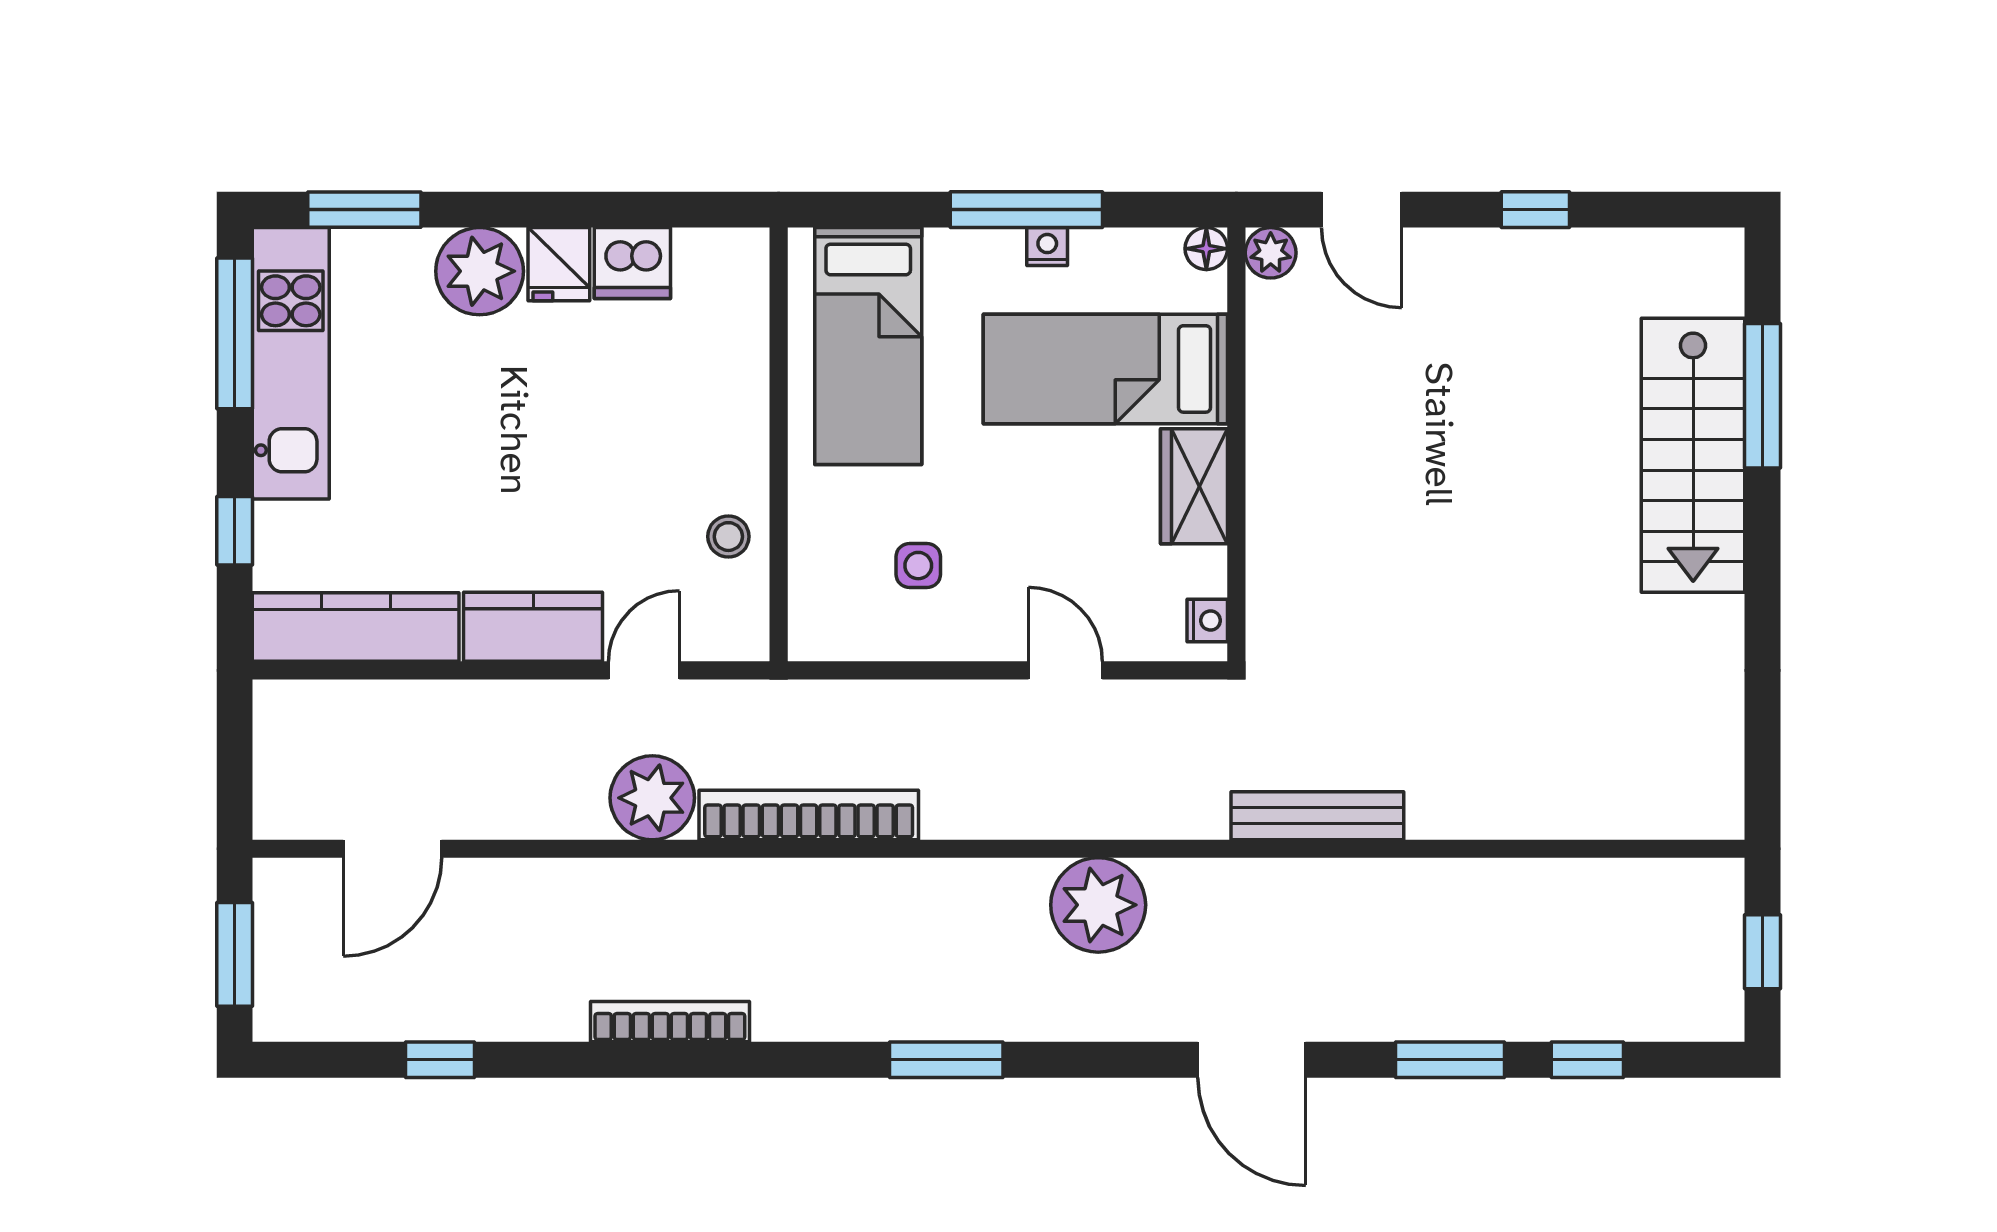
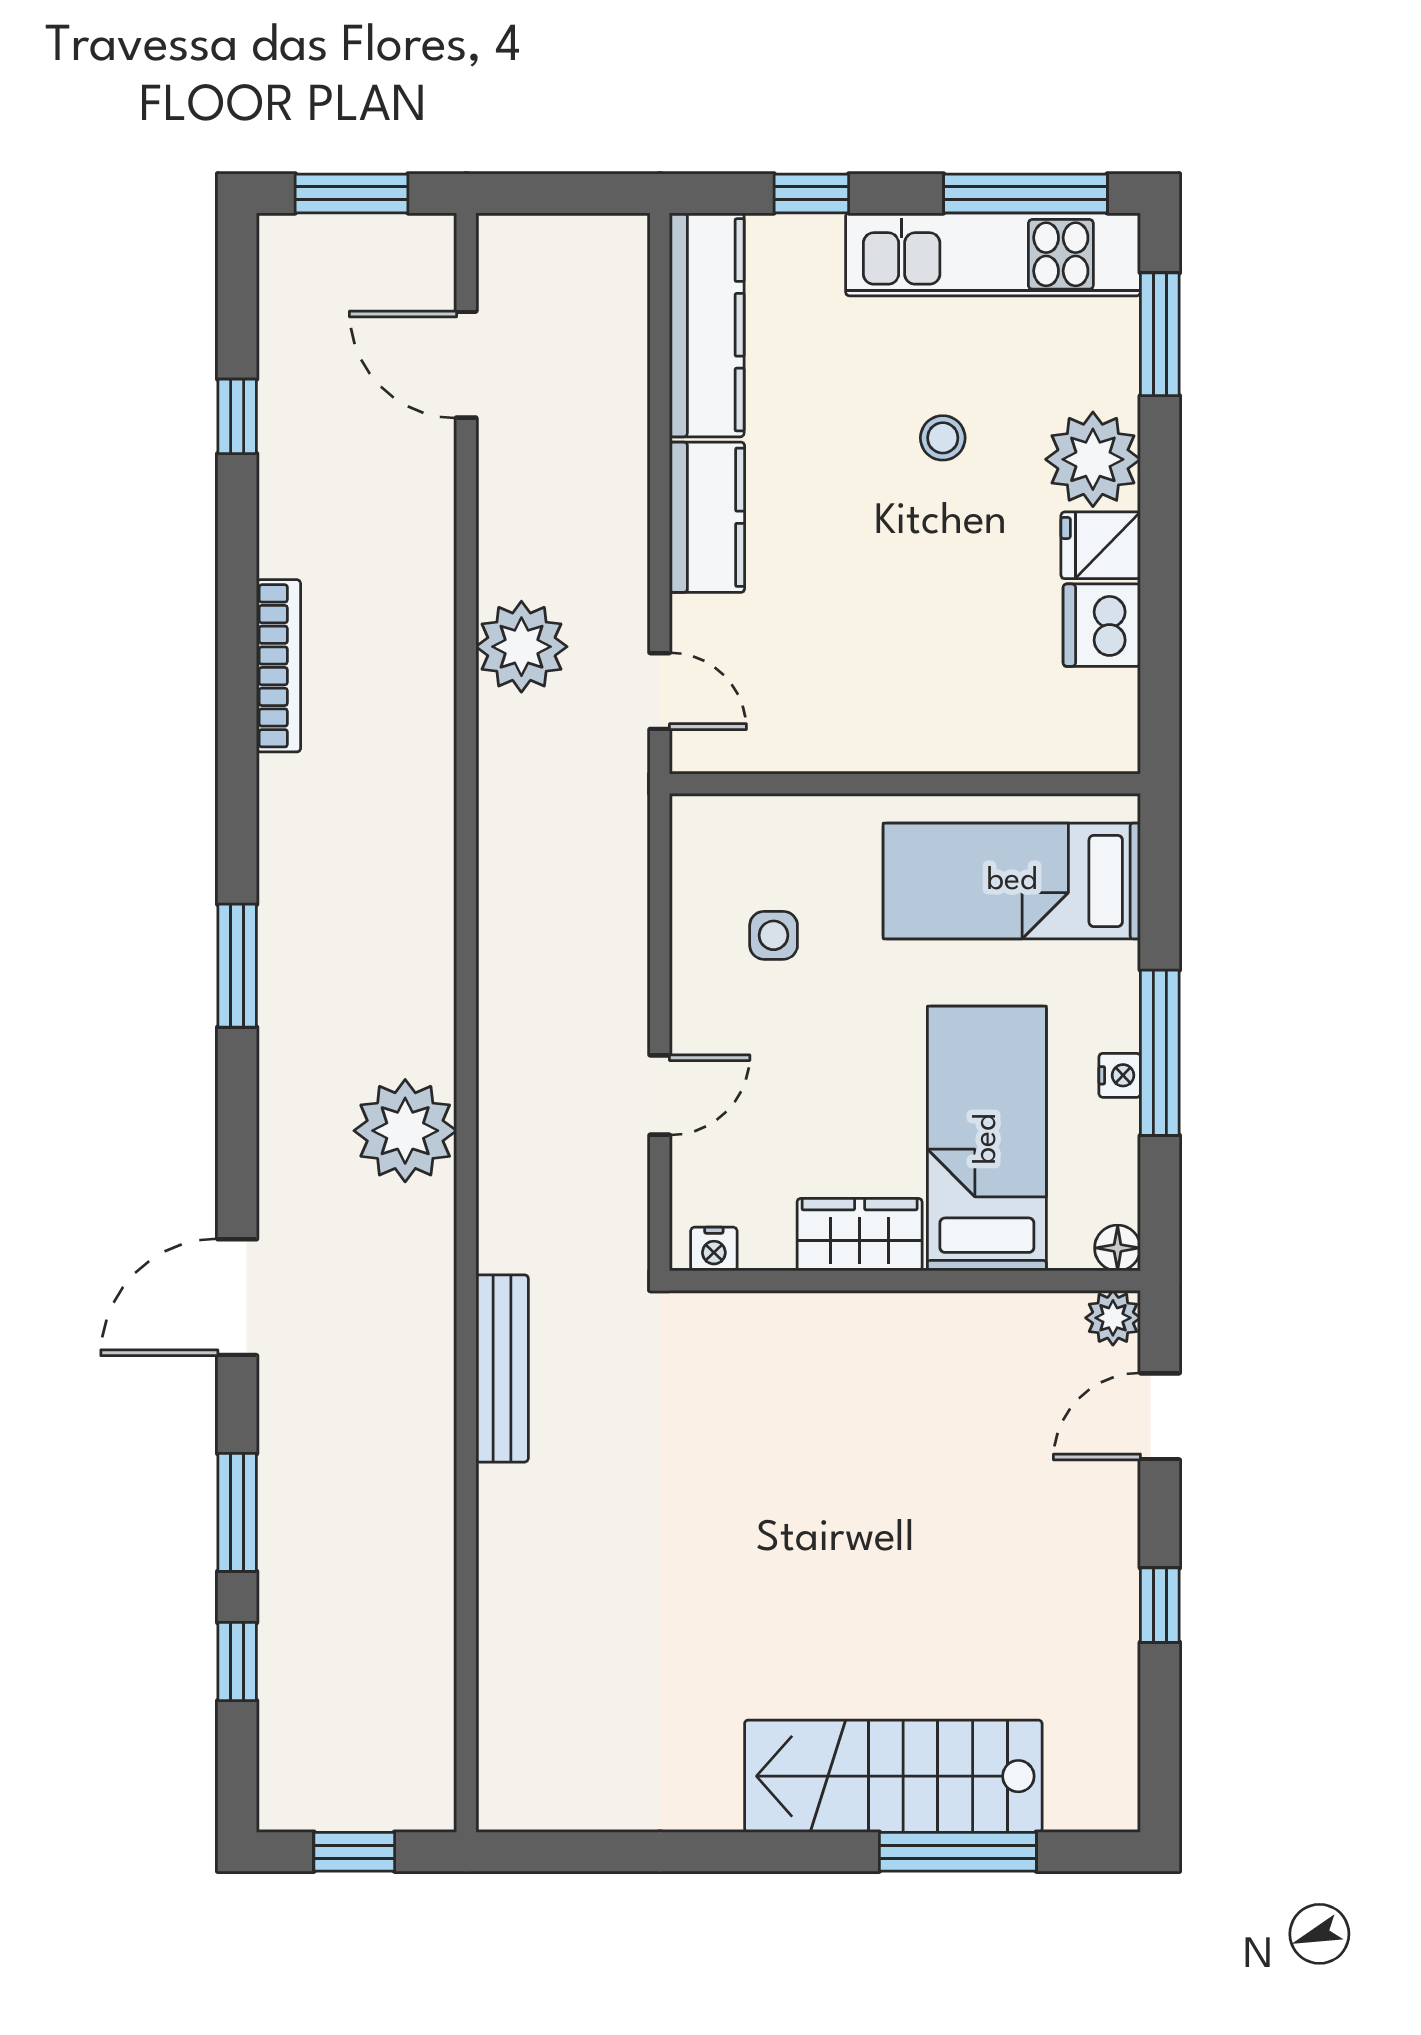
stool: (728, 537) -> (943, 438), moved
door: (644, 670) -> (660, 691), moved
bookcase: (809, 815) -> (503, 816), removed

